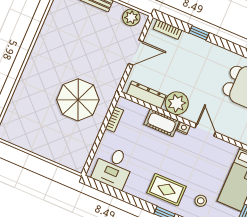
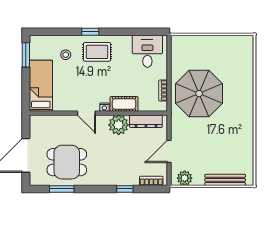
parasol: (78, 100) -> (199, 94), width x1.36, depth x1.36

